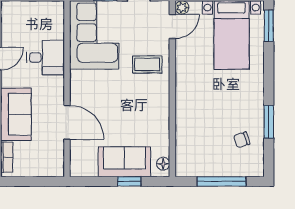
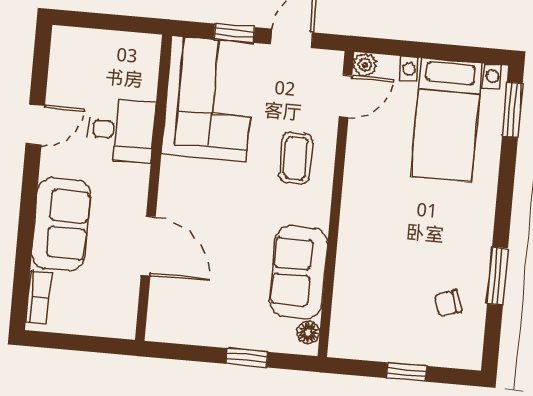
coffee table: (147, 64) -> (296, 158), turned 90
sofa: (124, 162) -> (299, 272), moved, turned -90
window: (221, 181) -> (406, 372), width x0.46

